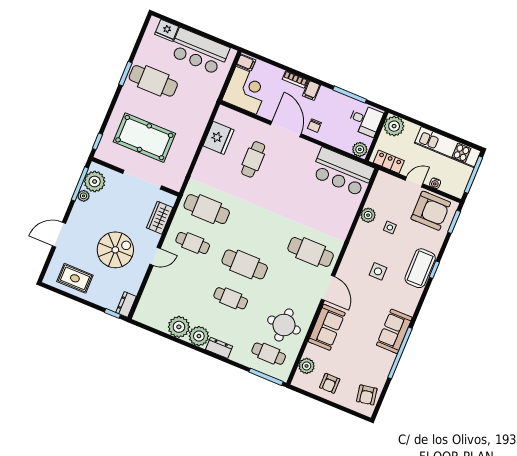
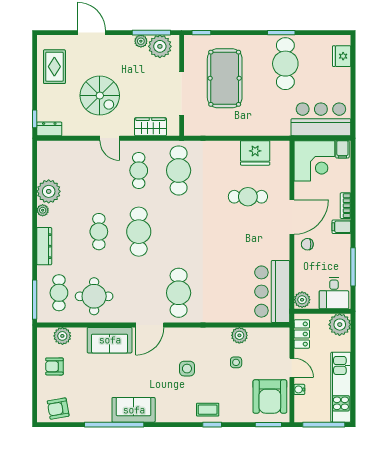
bar counter: (199, 51) -> (321, 119), moved, turned 90
coffee table: (420, 268) -> (208, 410), width x0.54, depth x0.58
plant: (199, 336) -> (43, 210), width x0.53, depth x0.53
dresser: (219, 348) -> (44, 246), width x1.44

